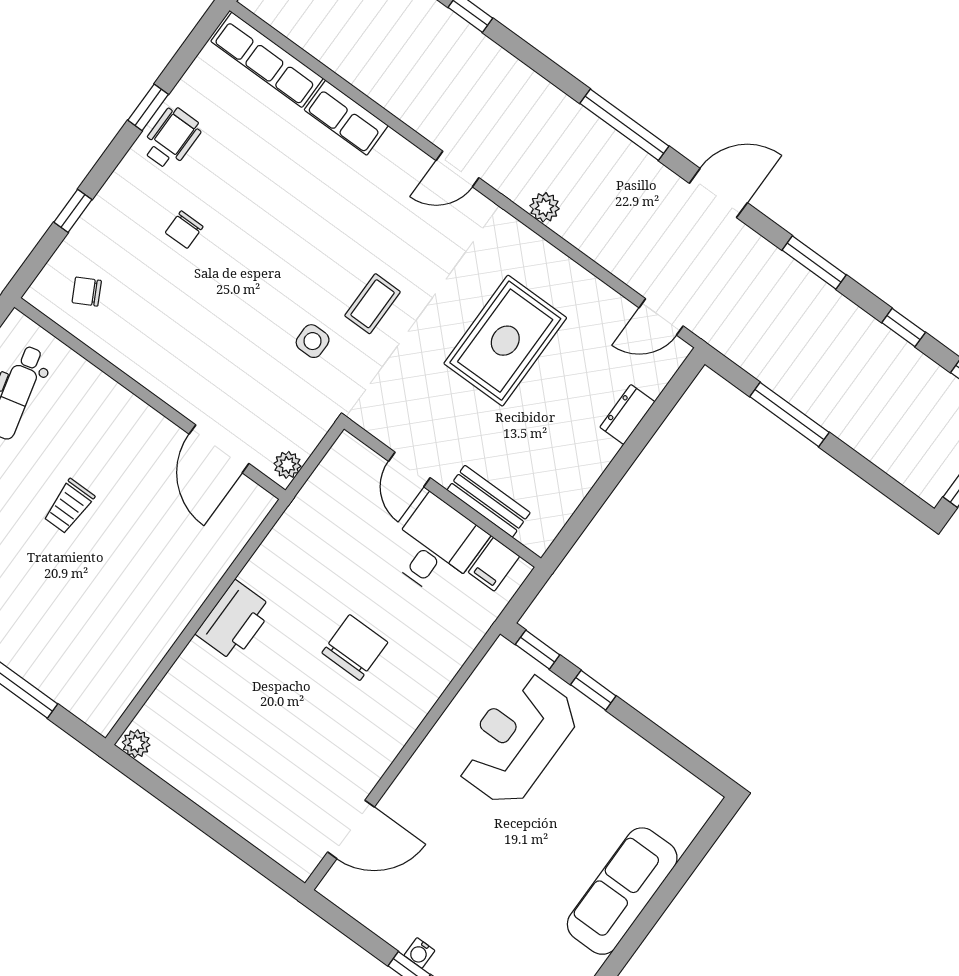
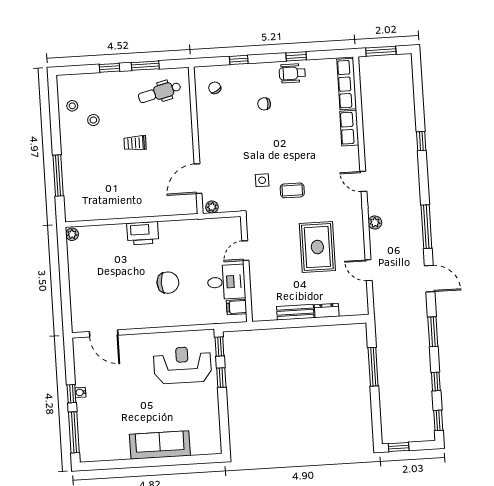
wheelchair: (171, 138) -> (292, 73), turned 180
door: (661, 317) -> (369, 270), moved
rug: (505, 341) -> (317, 247), turned 90
bench: (489, 501) -> (295, 312), moved, turned 90

